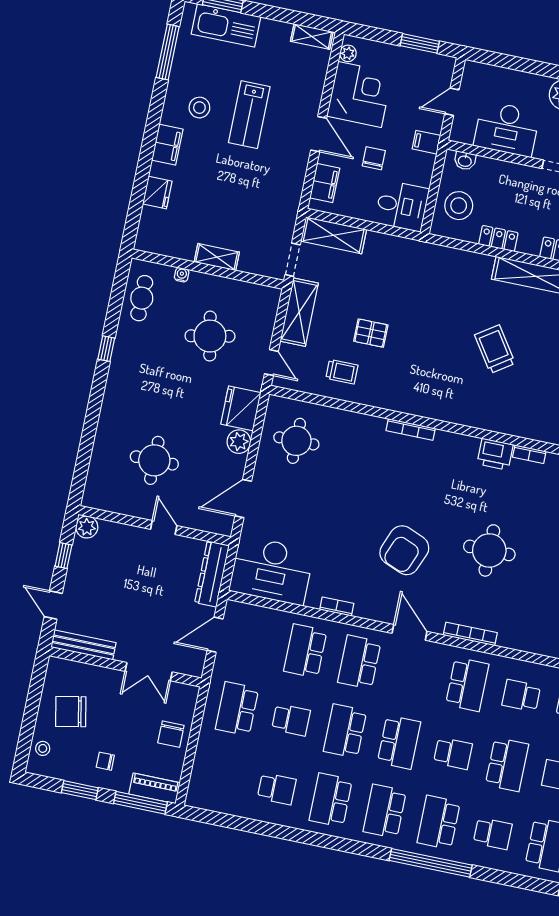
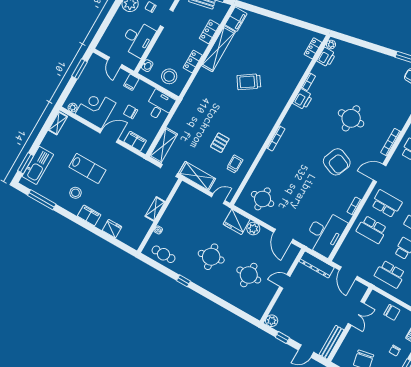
round table: (210, 336) -> (211, 257), moved
school desk: (359, 662) -> (386, 204), turned 180

